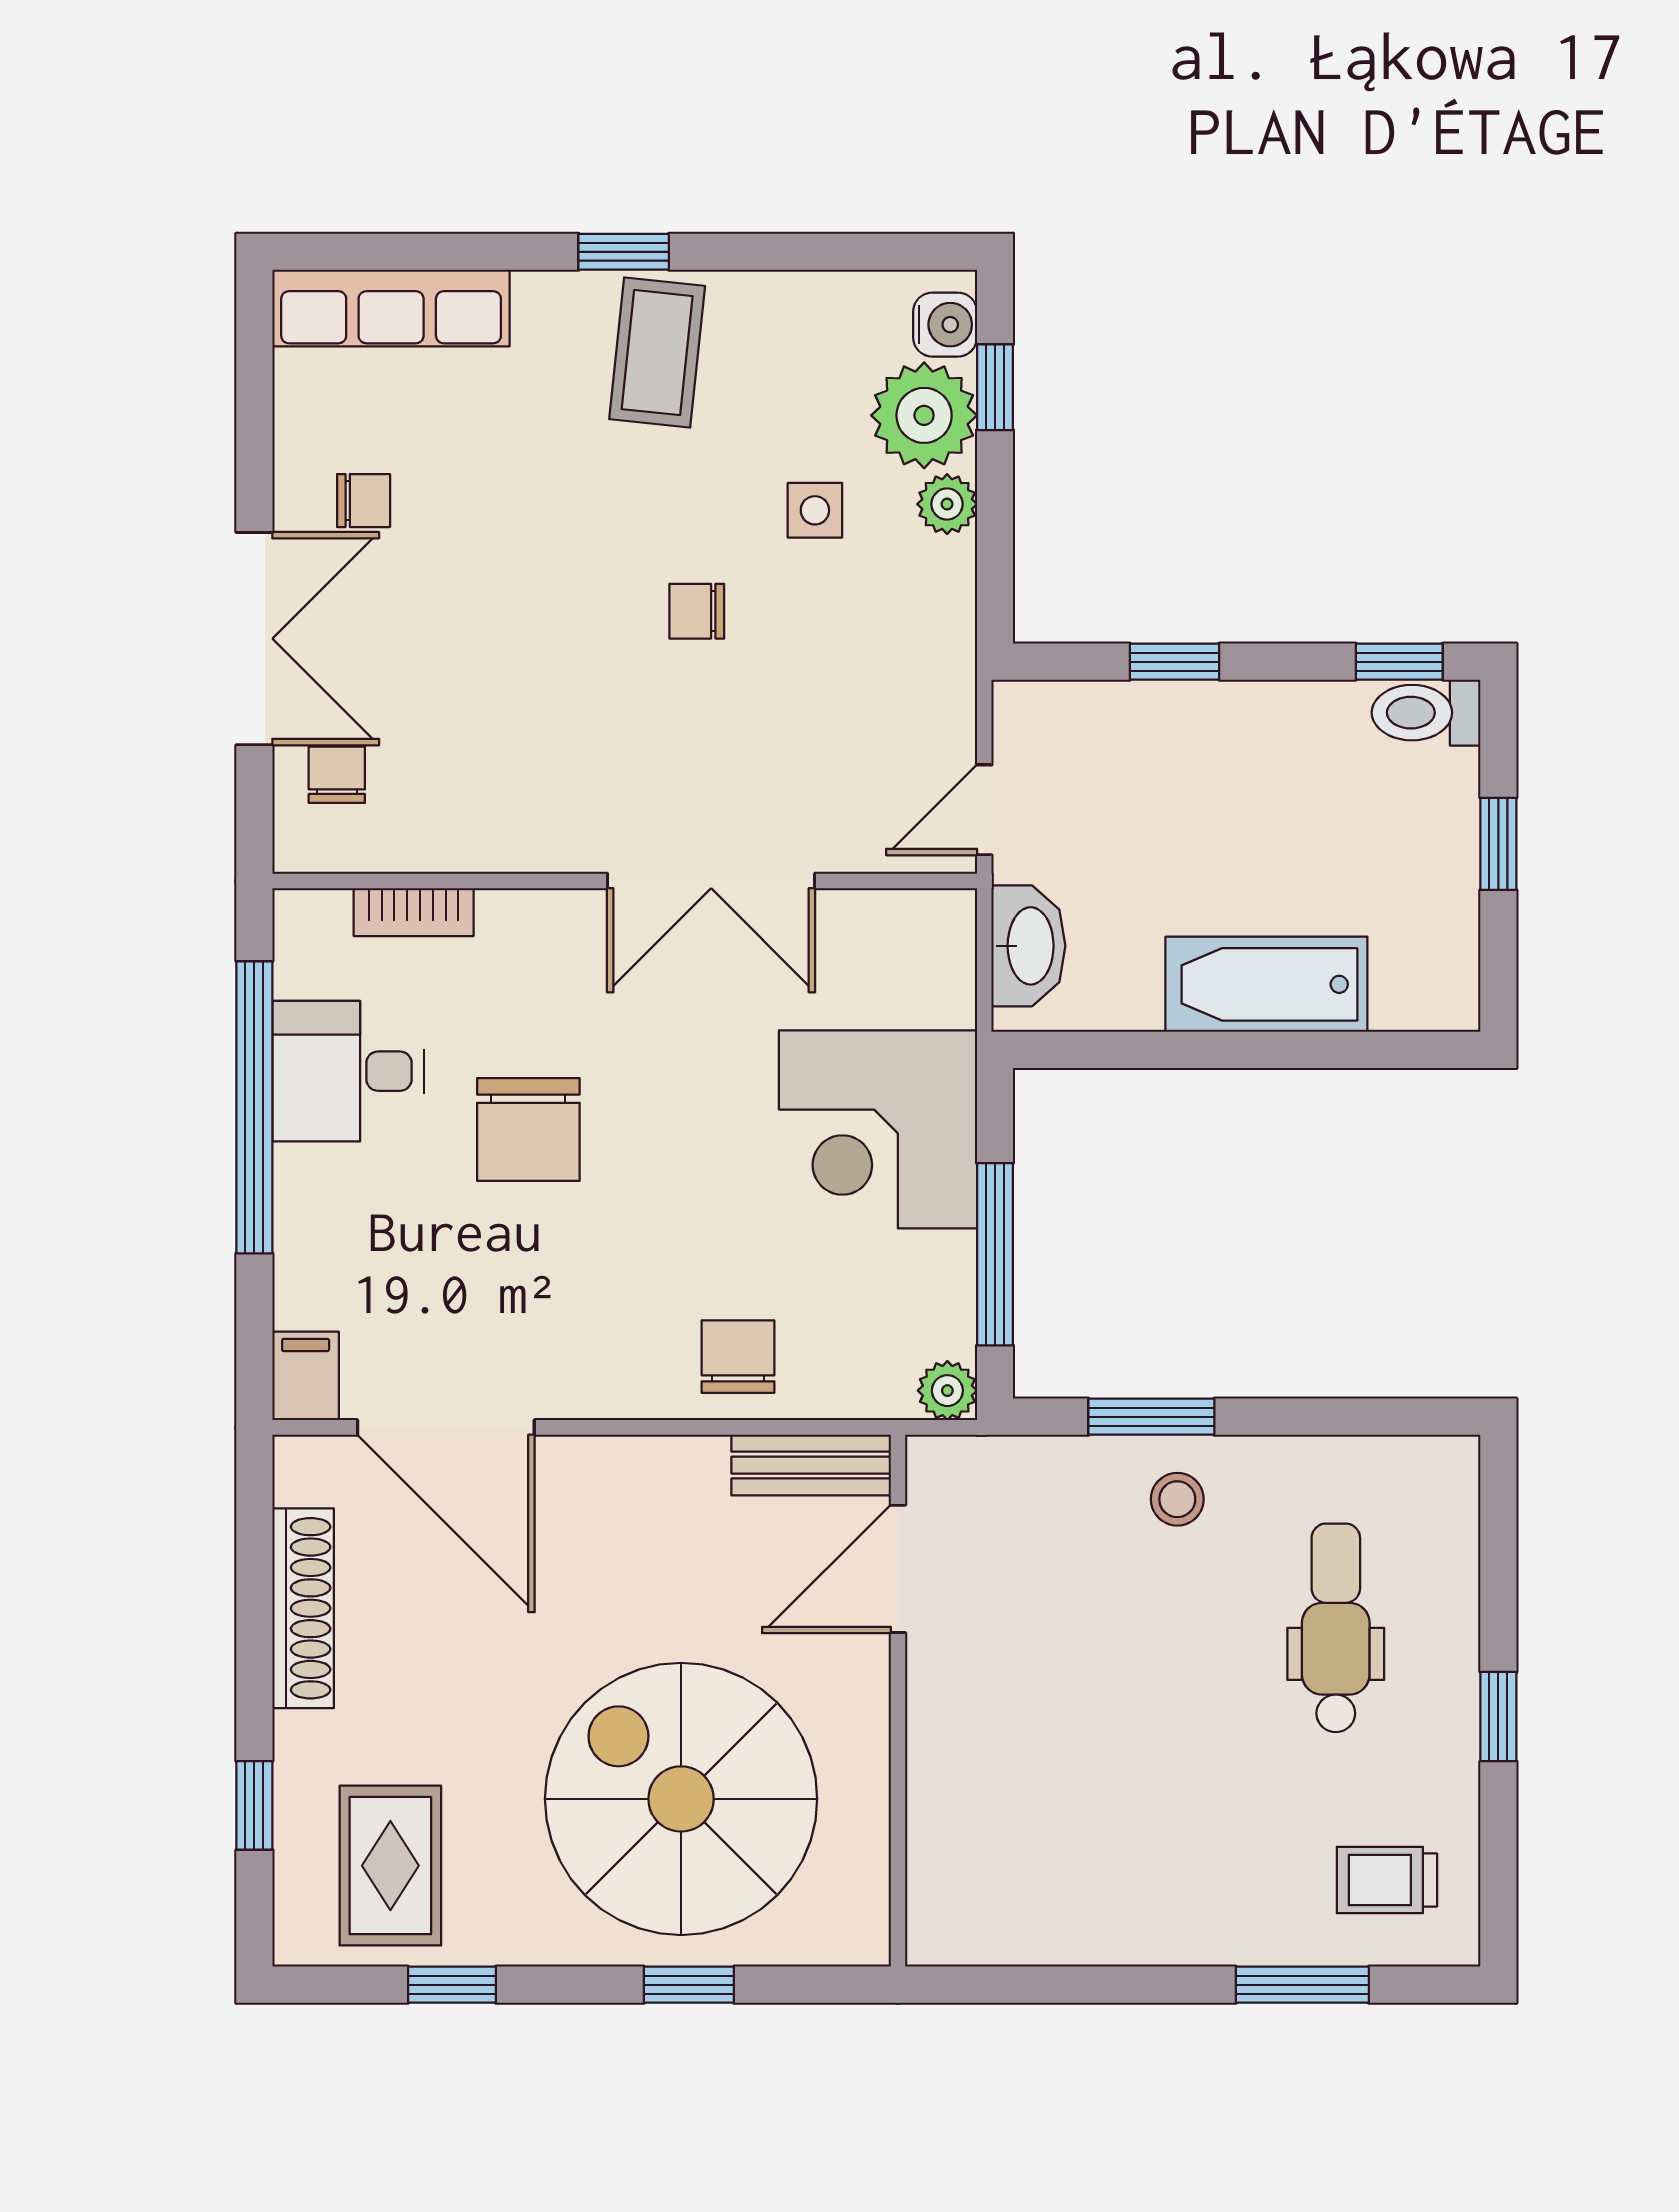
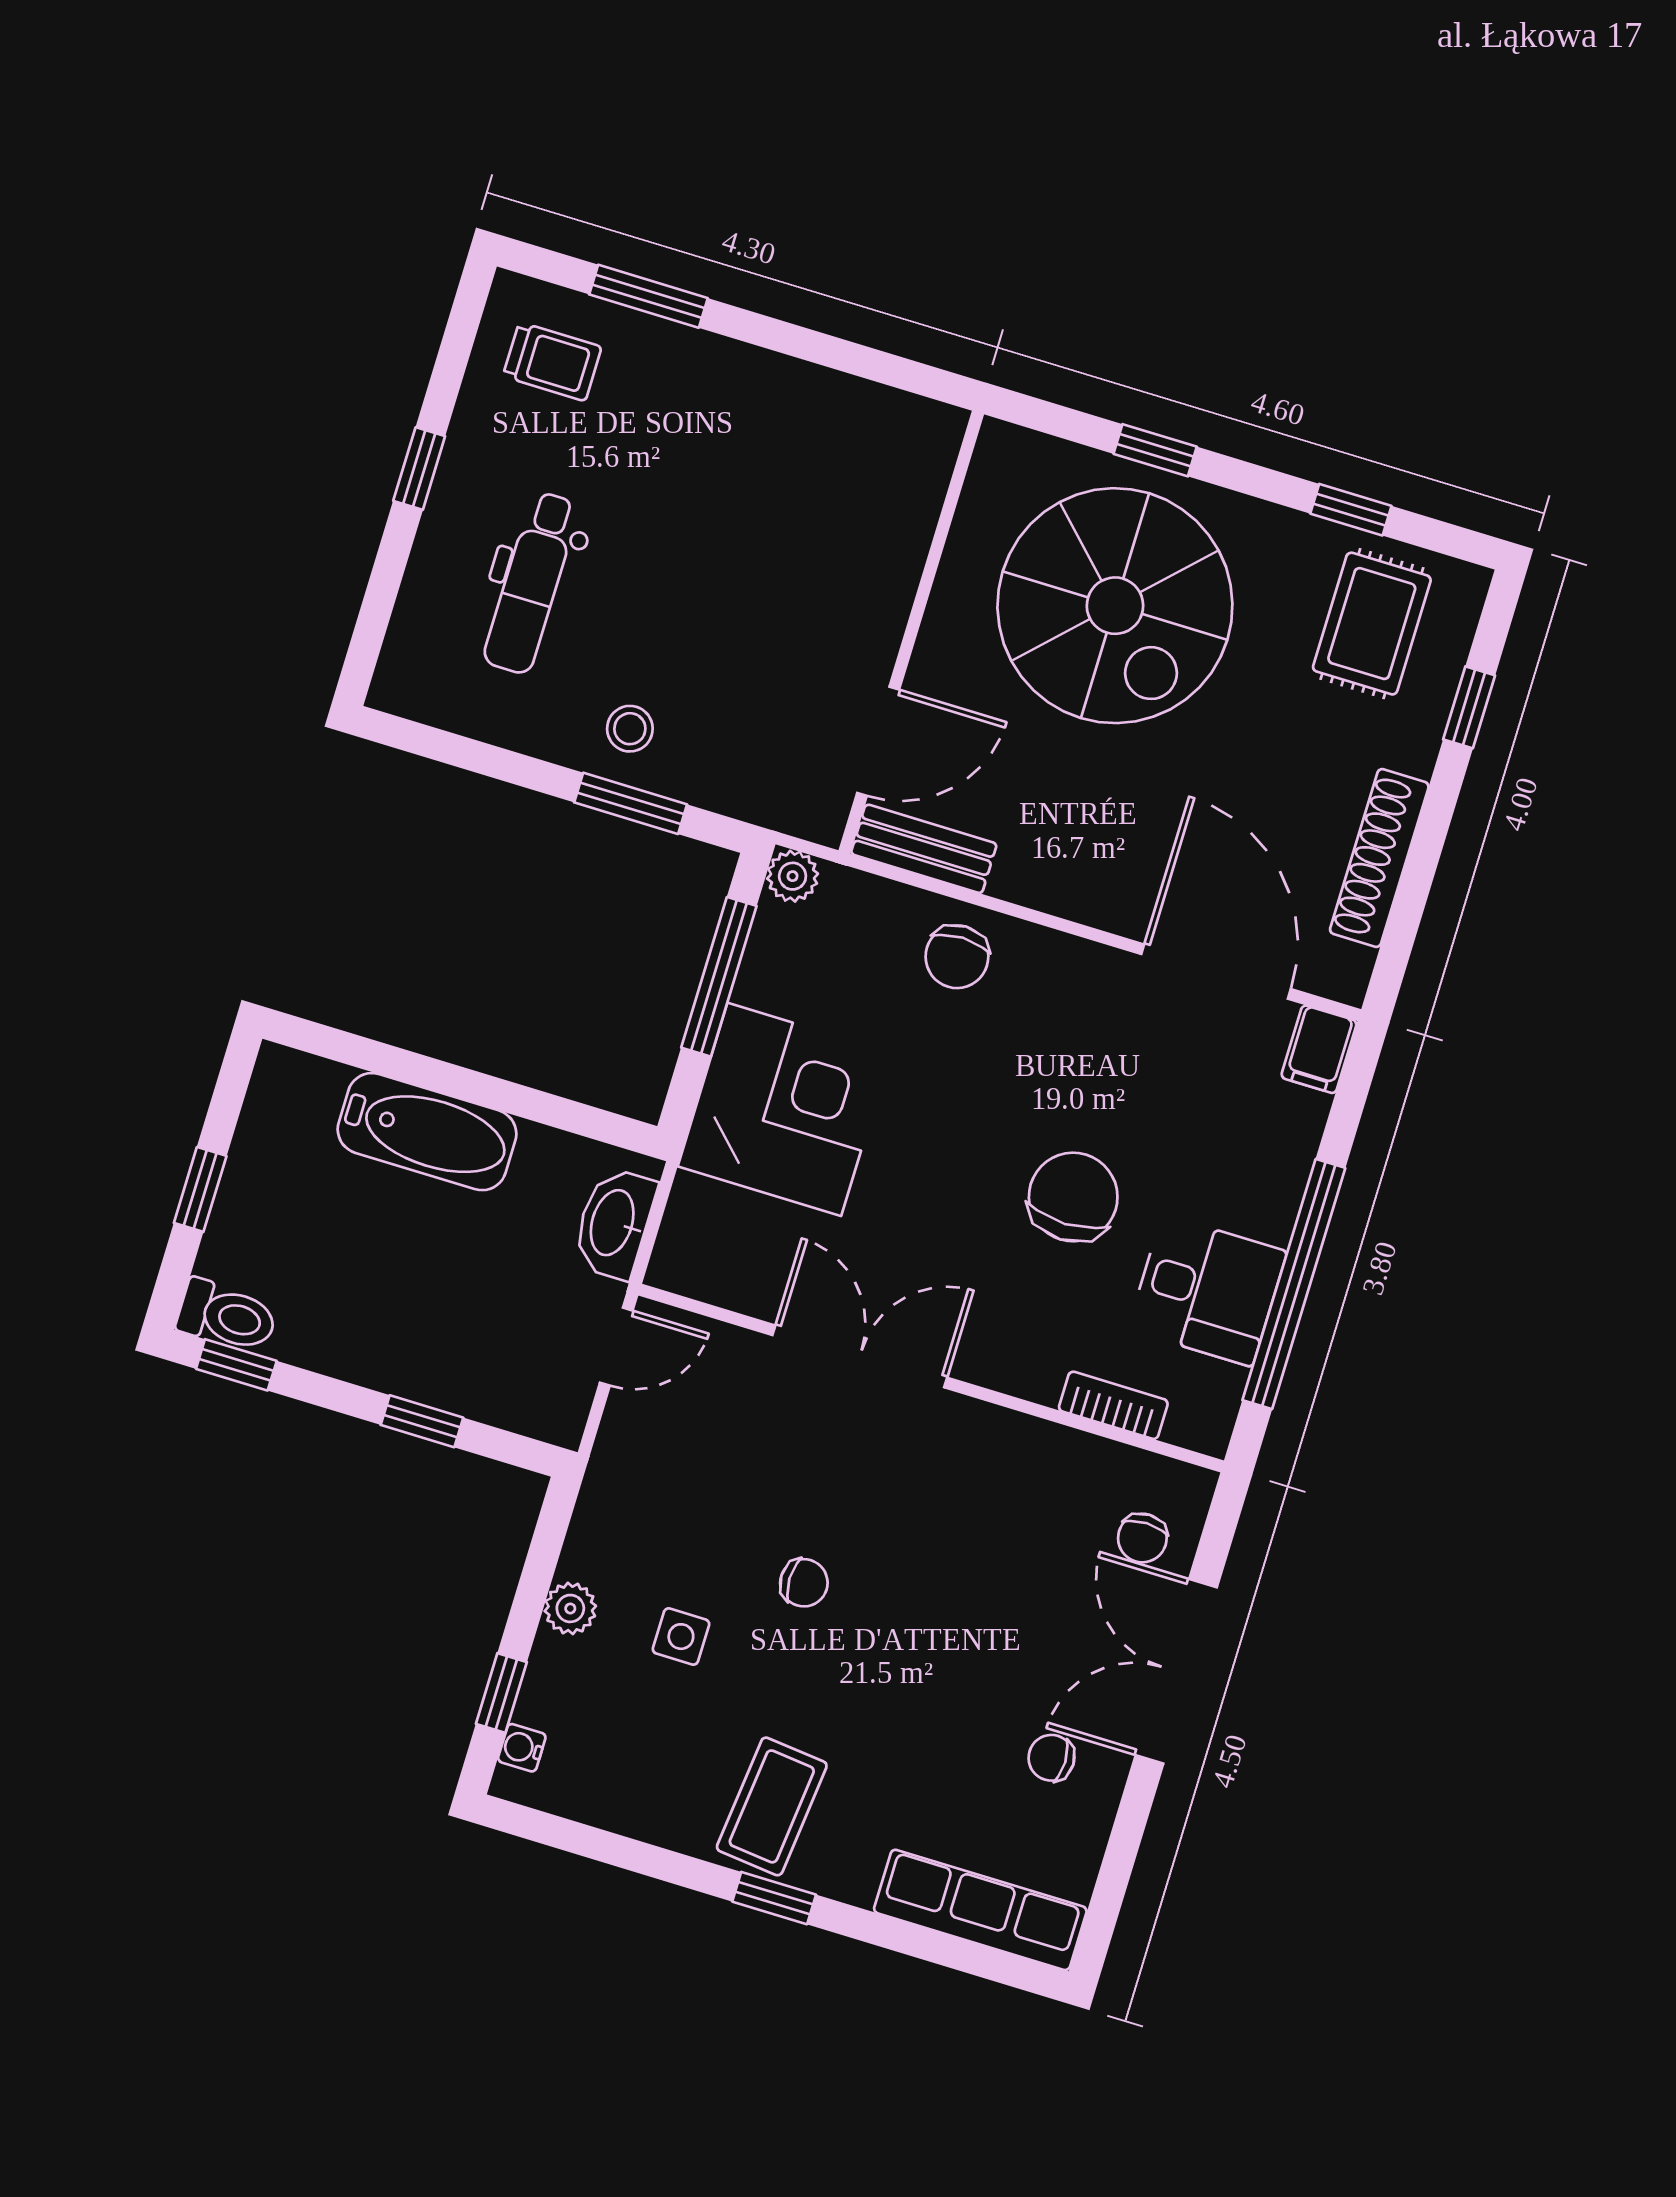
water cooler: (945, 325) -> (522, 1748), width x0.72, depth x0.72
plant: (924, 415) -> (567, 1688), removed

